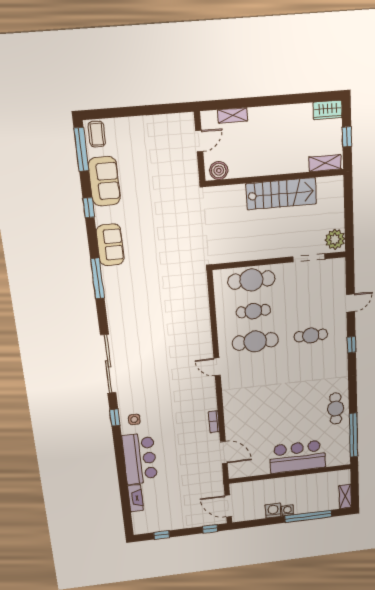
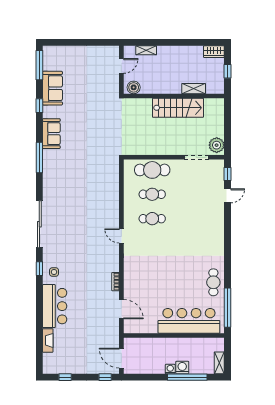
coffee table: (97, 134) -> (51, 56), removed
shelving: (325, 163) -> (194, 89), moved
cafe table: (311, 336) -> (196, 219), removed
cafe table: (255, 341) -> (152, 219), width x0.73, depth x0.74
window: (352, 345) -> (228, 174), moved
bar counter: (298, 457) -> (189, 321), width x1.36
washing machine: (273, 511) -> (182, 368), moved

